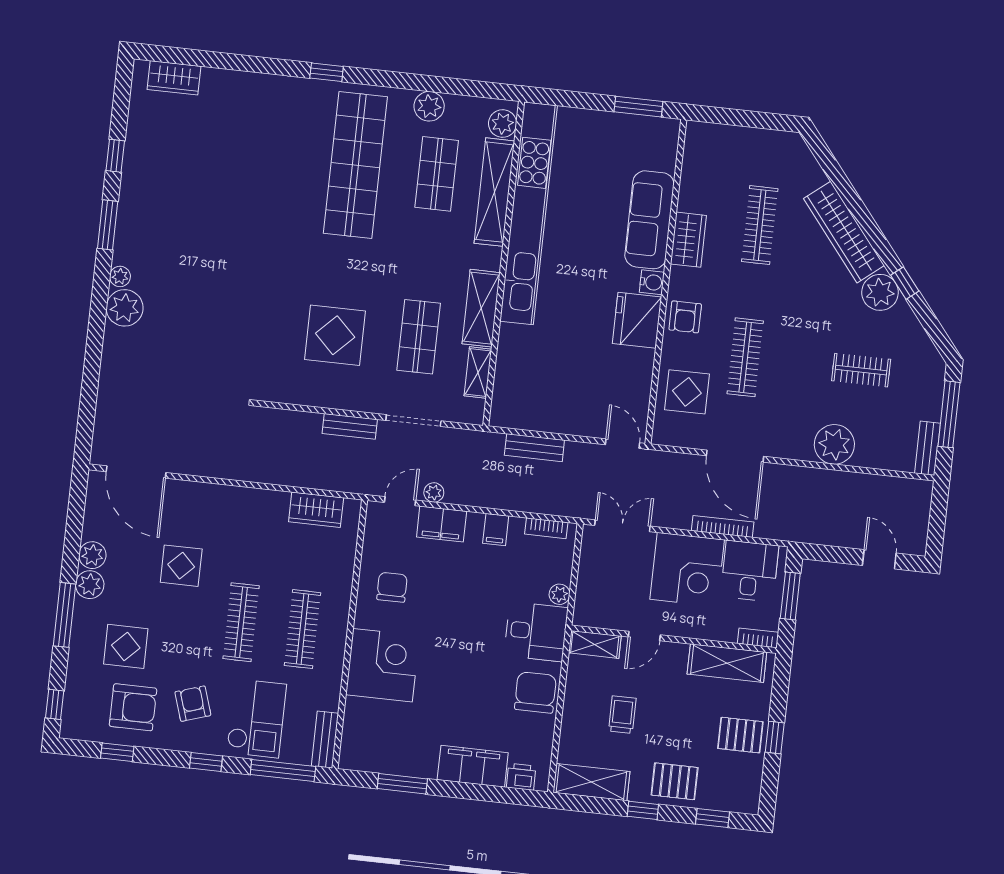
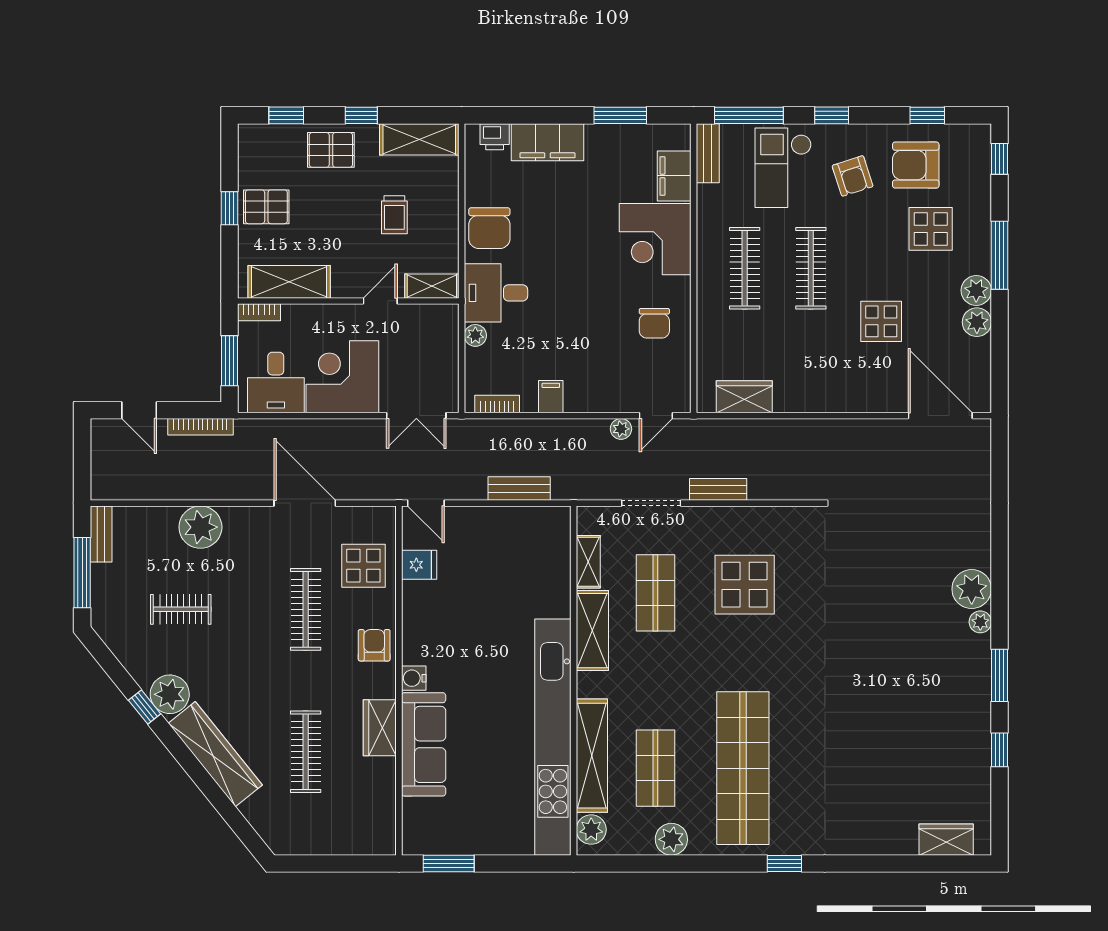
fridge: (637, 320) -> (419, 565), moved, width x0.53, depth x0.75
filing cabinet: (442, 524) -> (674, 176), moved, turned -90
bookcase: (723, 526) -> (200, 427), moved

